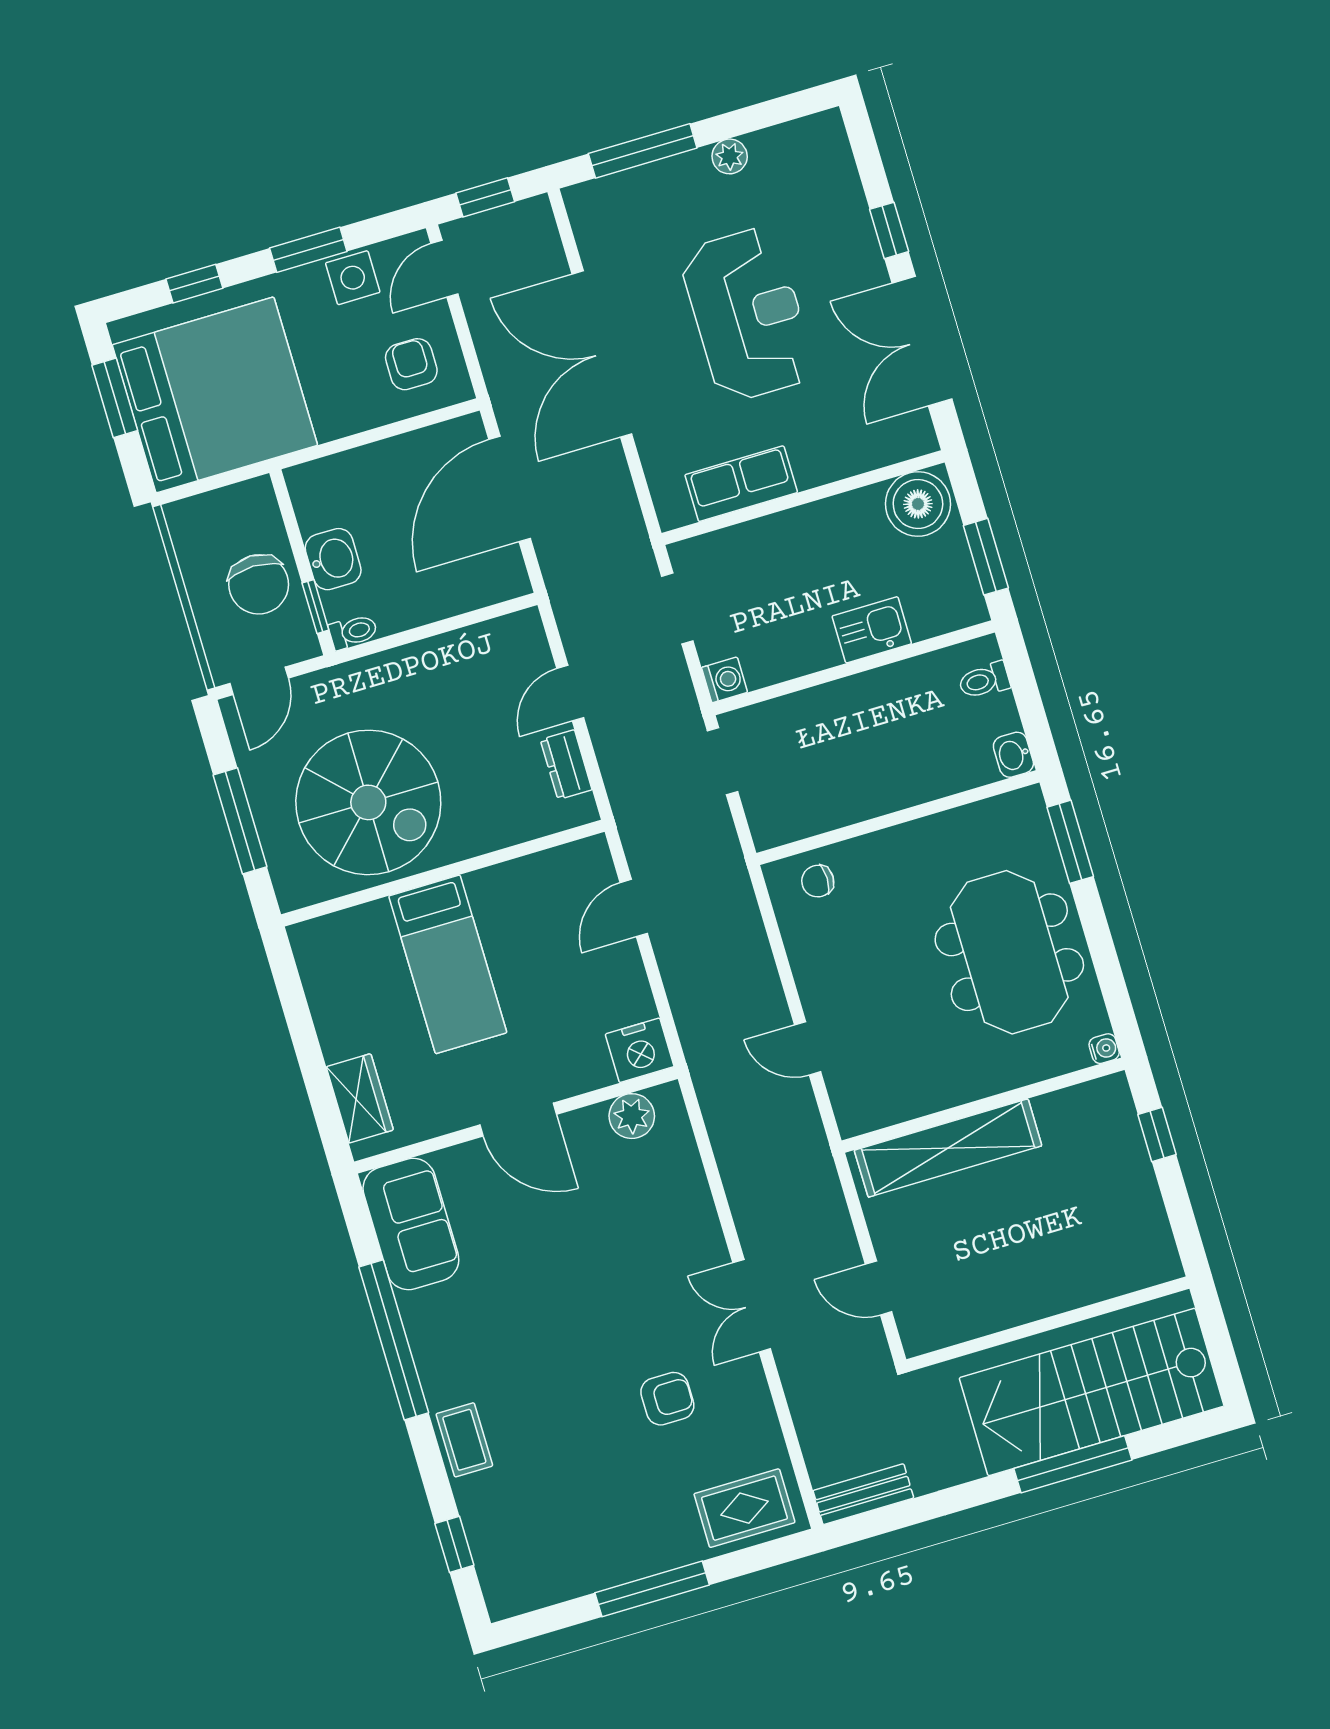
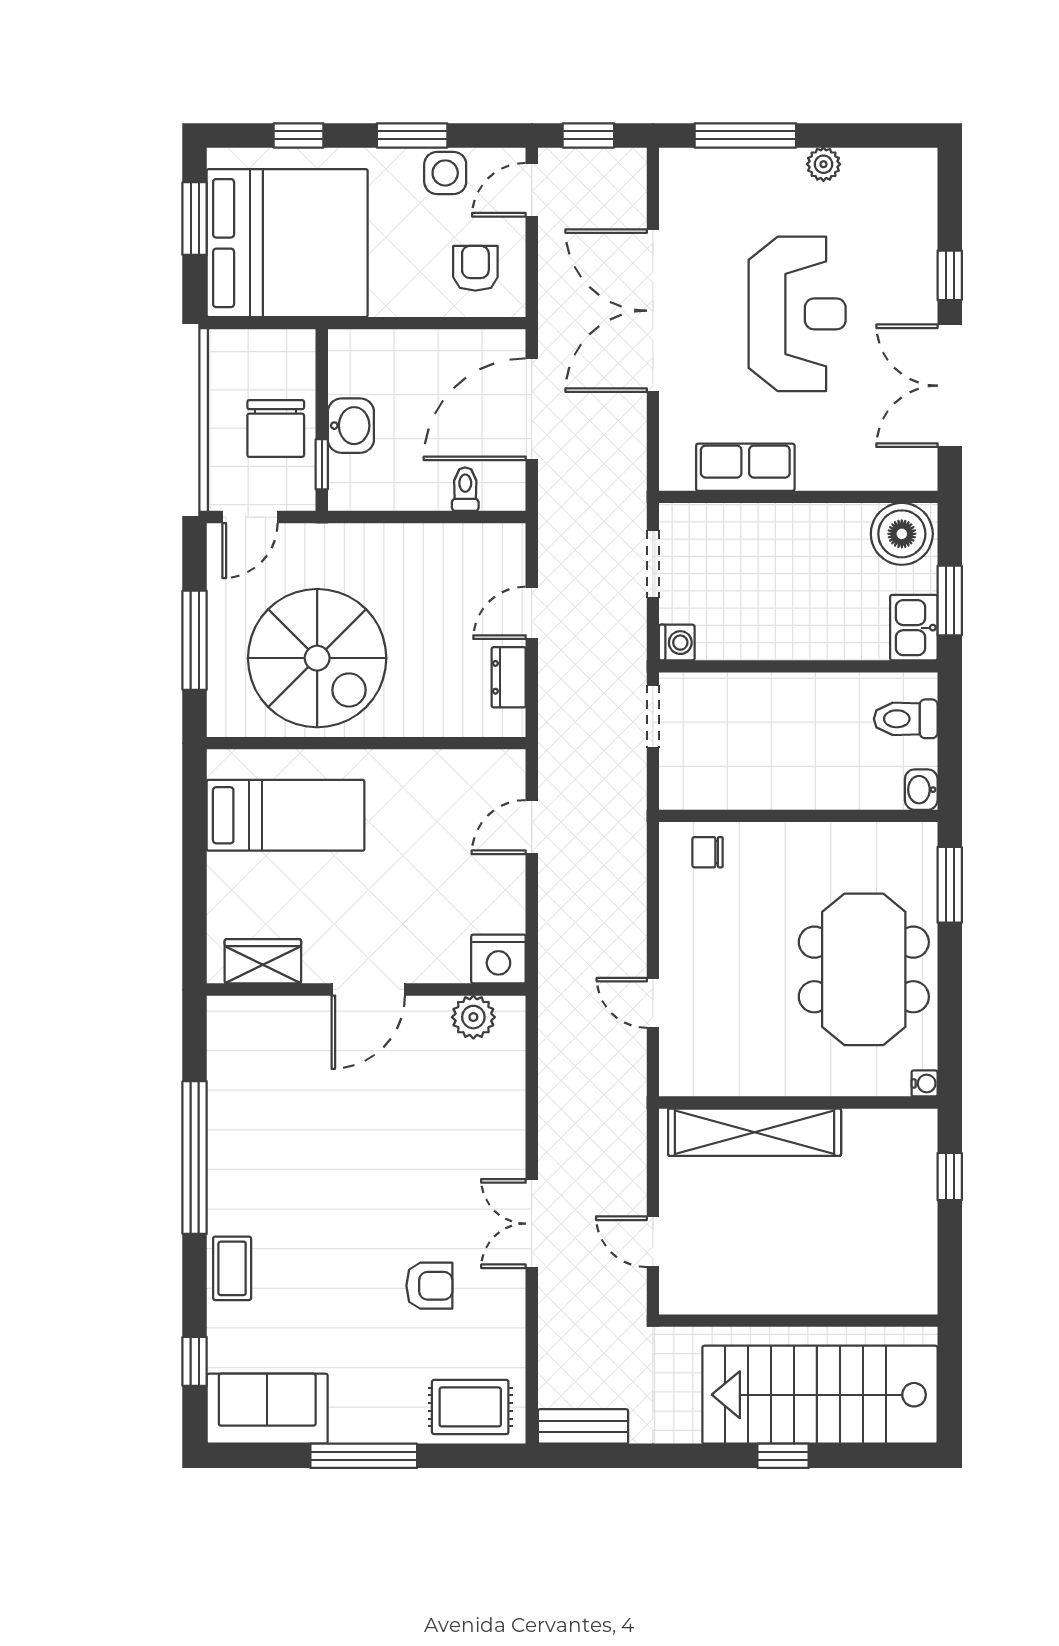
kitchen sink: (872, 630) -> (914, 628), moved, turned -90
toilet: (353, 632) -> (465, 489), moved, turned -90
toilet: (984, 680) -> (906, 719), width x1.37, depth x1.39
bed: (448, 964) -> (286, 815), moved, turned -90
wardrobe: (360, 1098) -> (263, 961), moved, turned -90
door: (518, 1120) -> (368, 989), hinge flipped
sofa: (411, 1224) -> (267, 1409), moved, turned -90
window: (1073, 1464) -> (783, 1456), width x0.46

